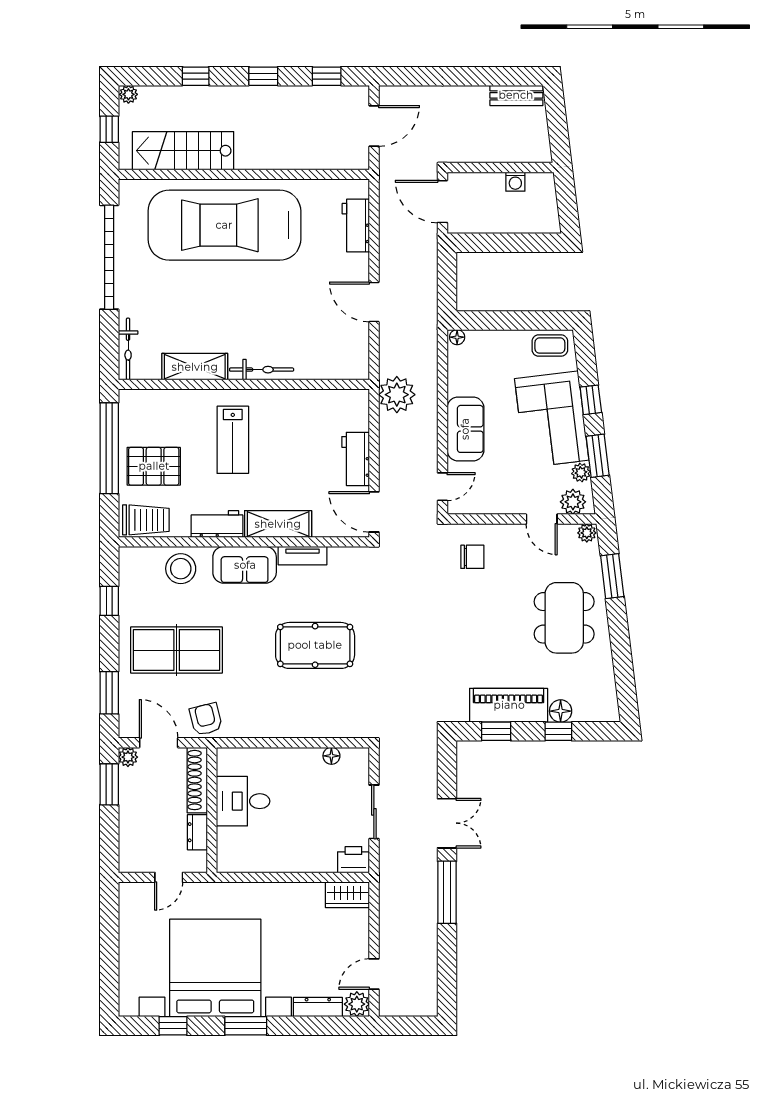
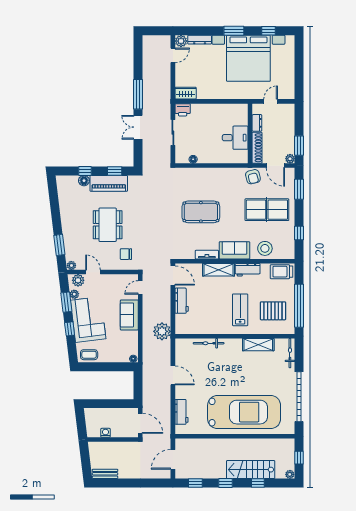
stairs: (183, 151) -> (251, 470), moved, turned 180
bicycle: (262, 370) -> (209, 343), moved
pallet: (154, 466) -> (273, 311), moved
dining table: (564, 618) -> (108, 225), moved

